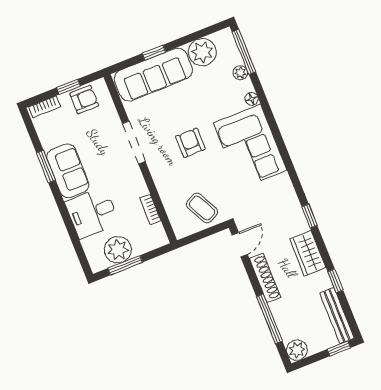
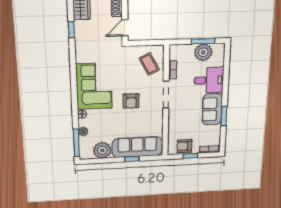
doorway: (134, 143) -> (166, 95), moved
coffee table: (202, 208) -> (149, 64), moved

